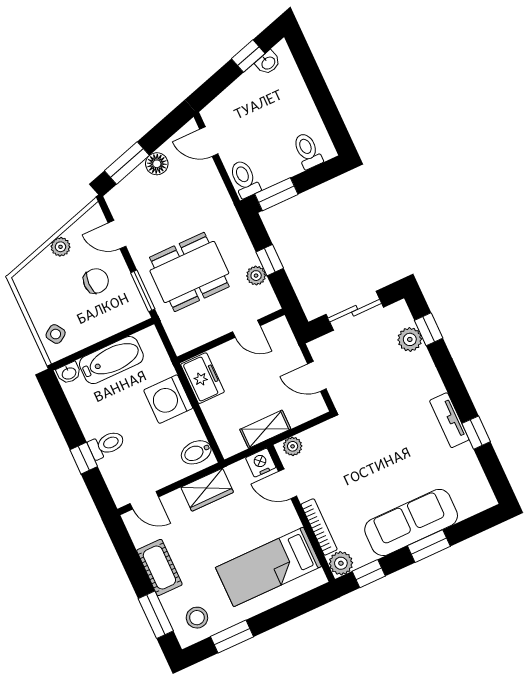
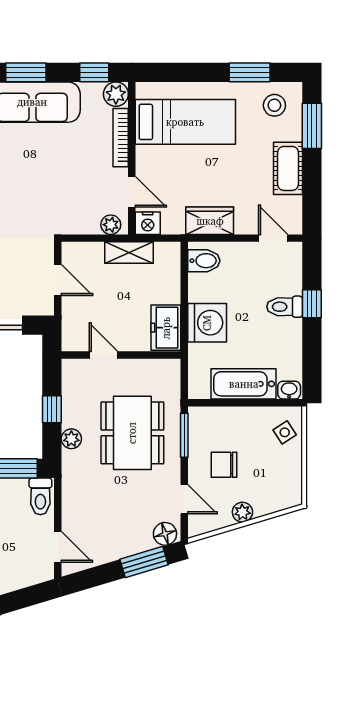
floor lamp: (157, 164) -> (165, 534), moved
dining table: (189, 272) -> (132, 433), turned 90
plant: (256, 276) -> (71, 439), moved

